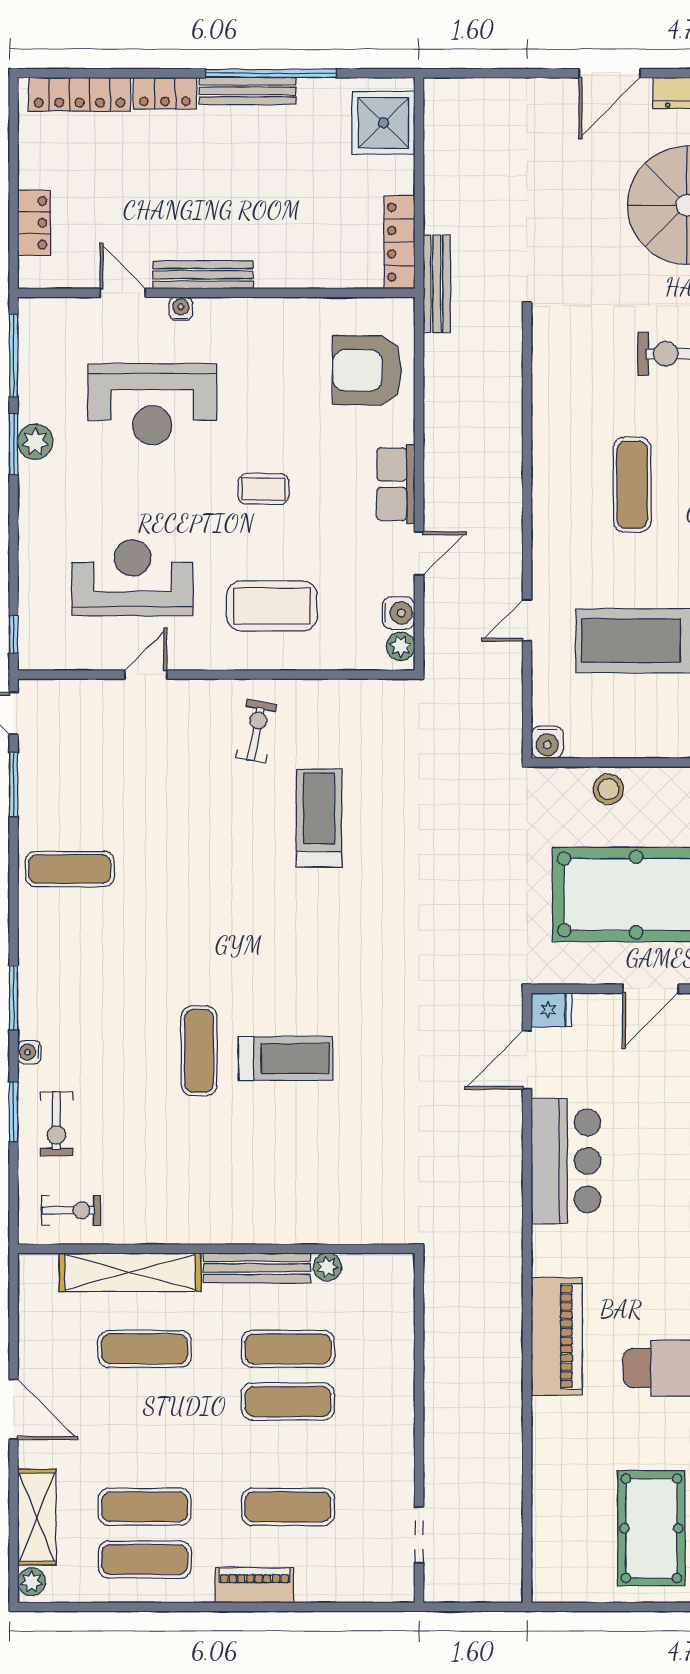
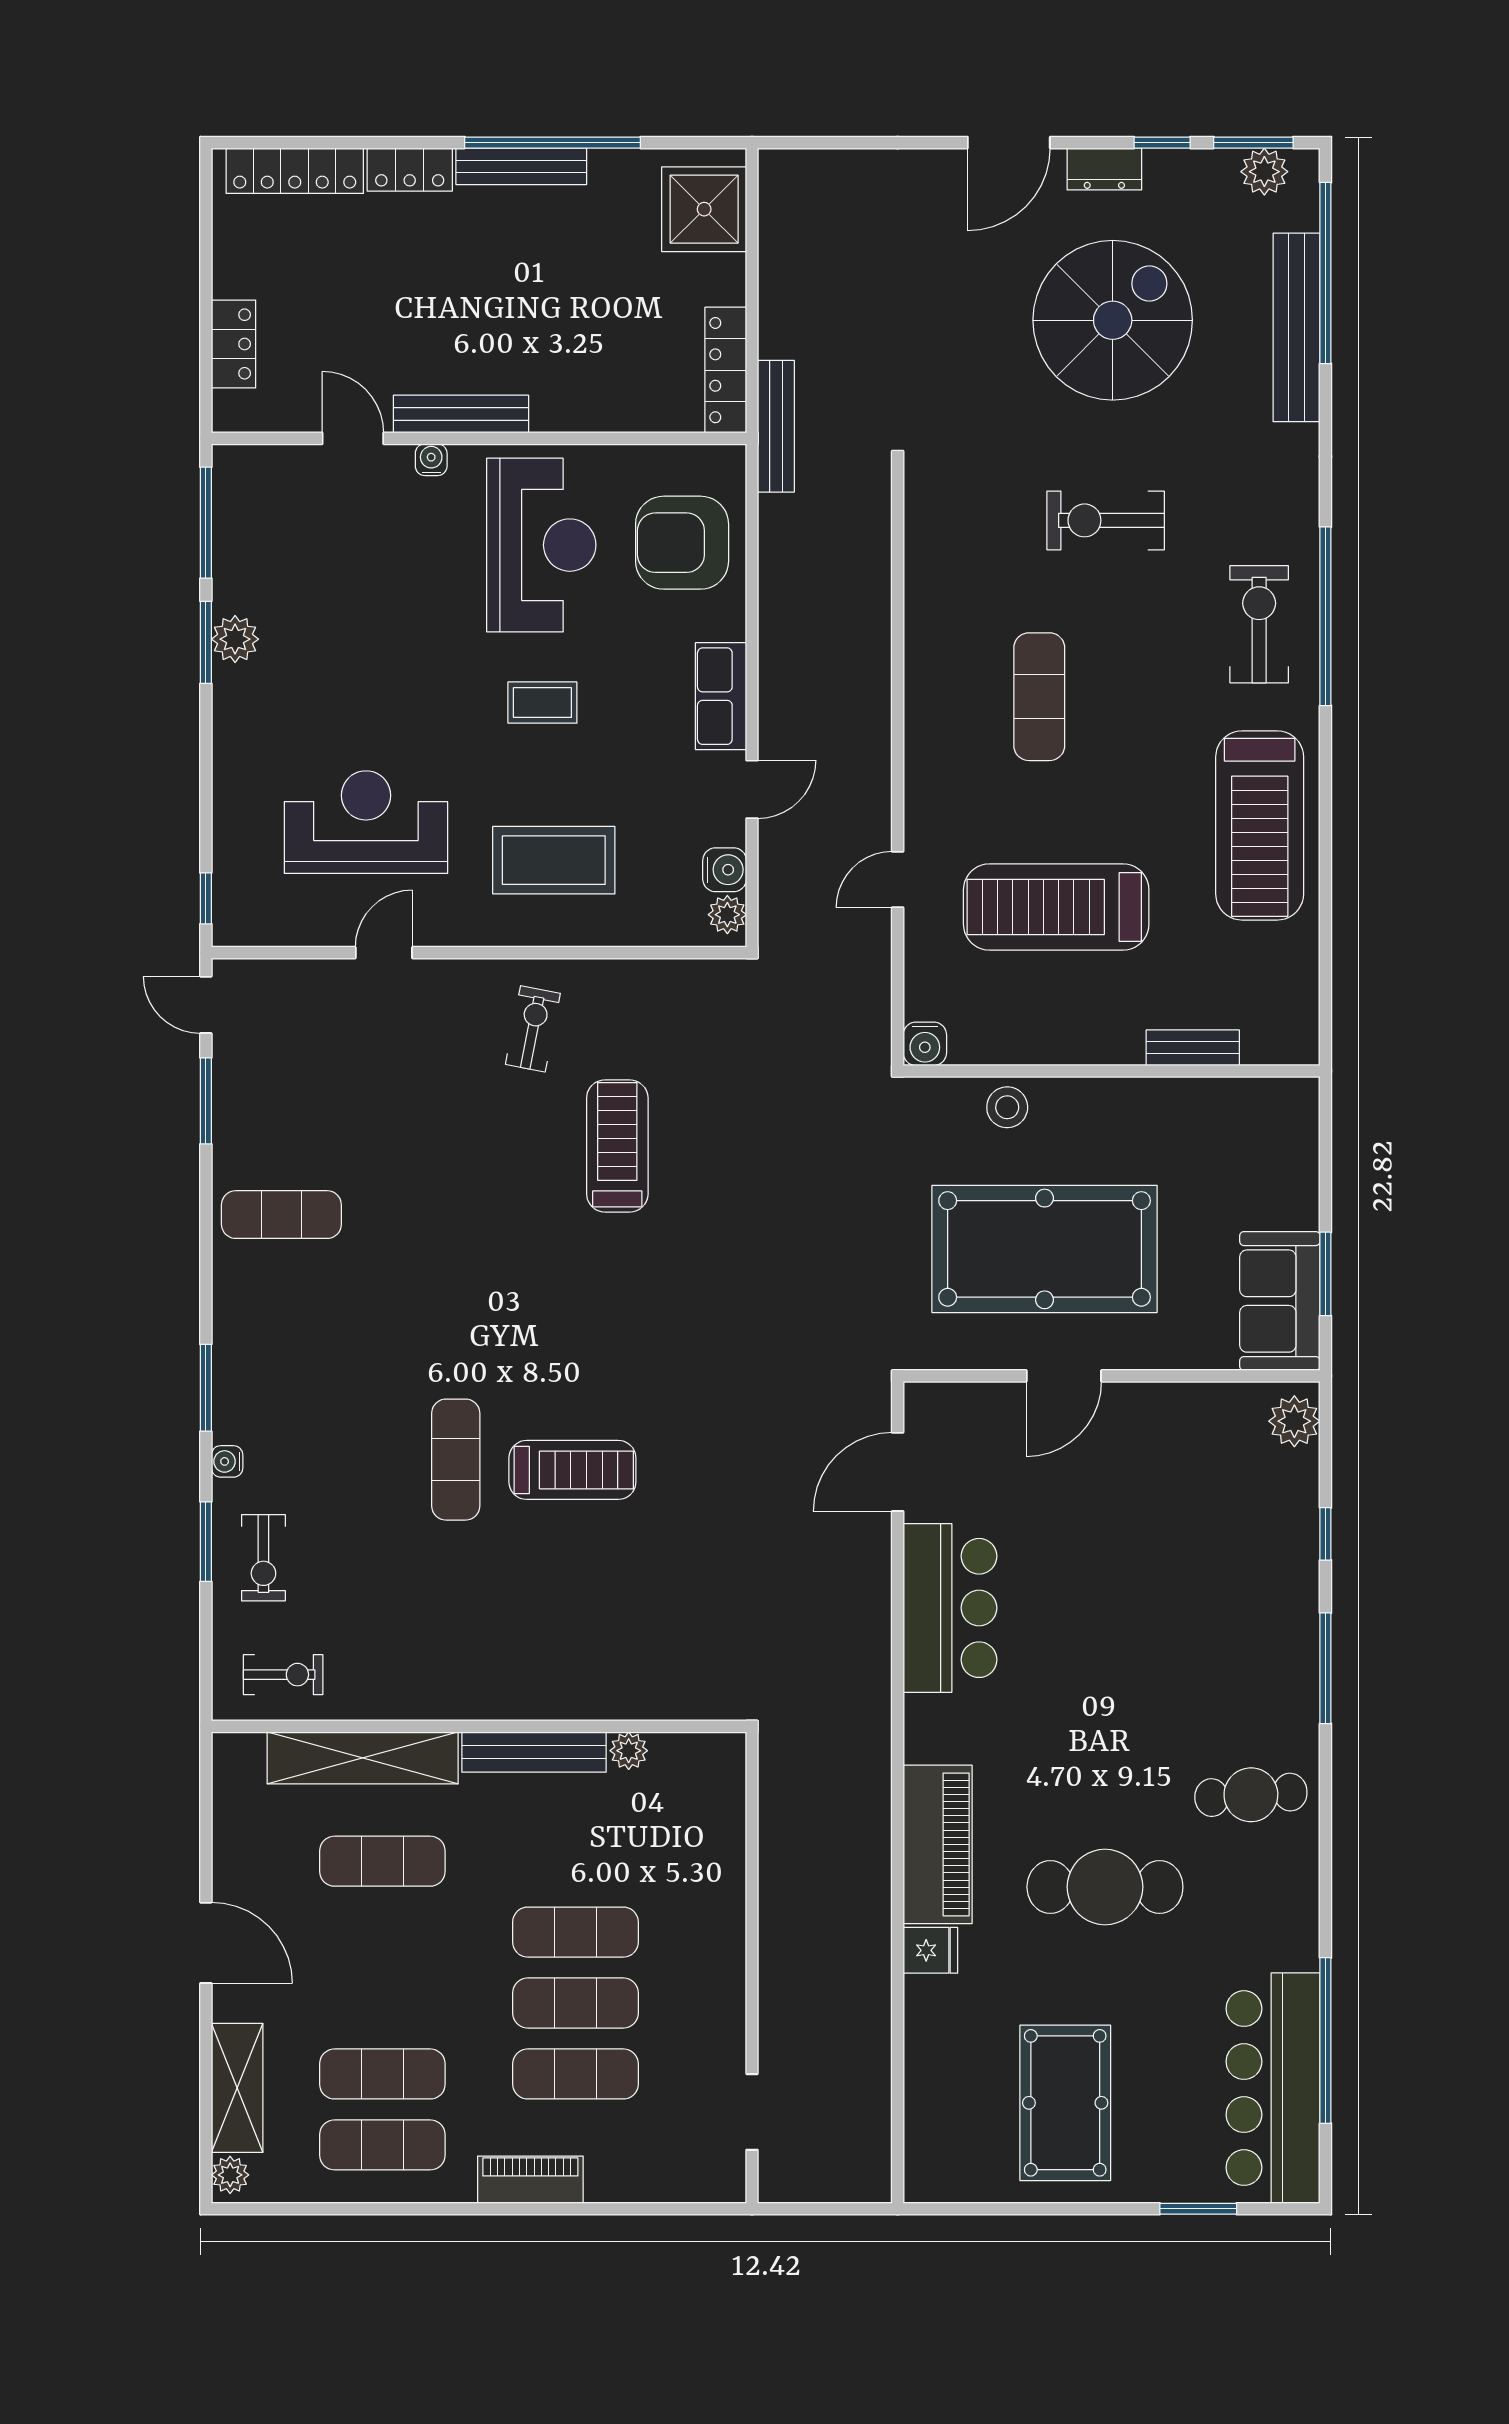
reception desk: (152, 404) -> (541, 545), moved, turned -90
fridge: (551, 1010) -> (930, 1950), moved
exercise mat: (288, 1349) -> (575, 2003), moved

